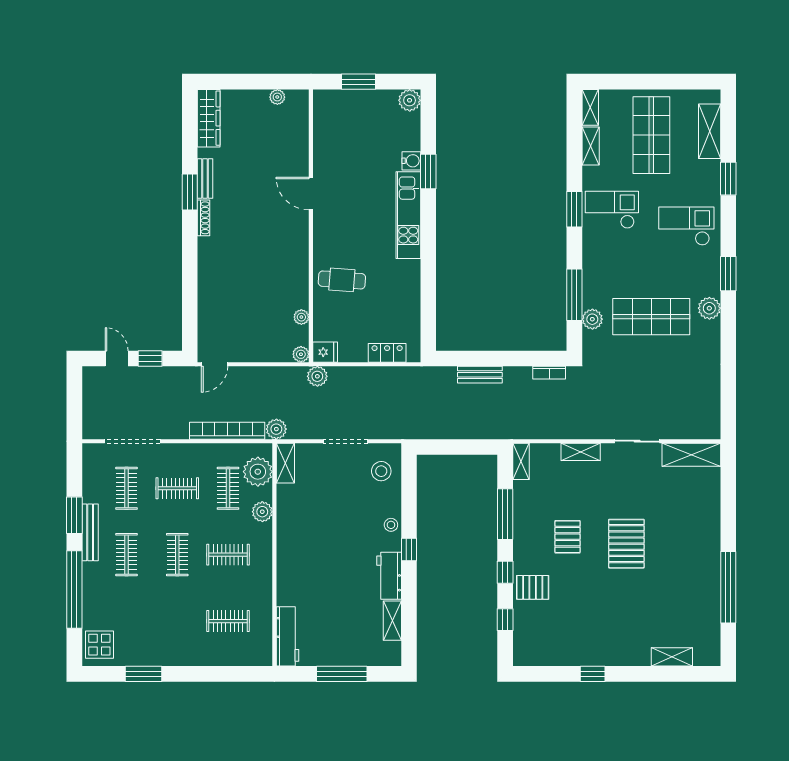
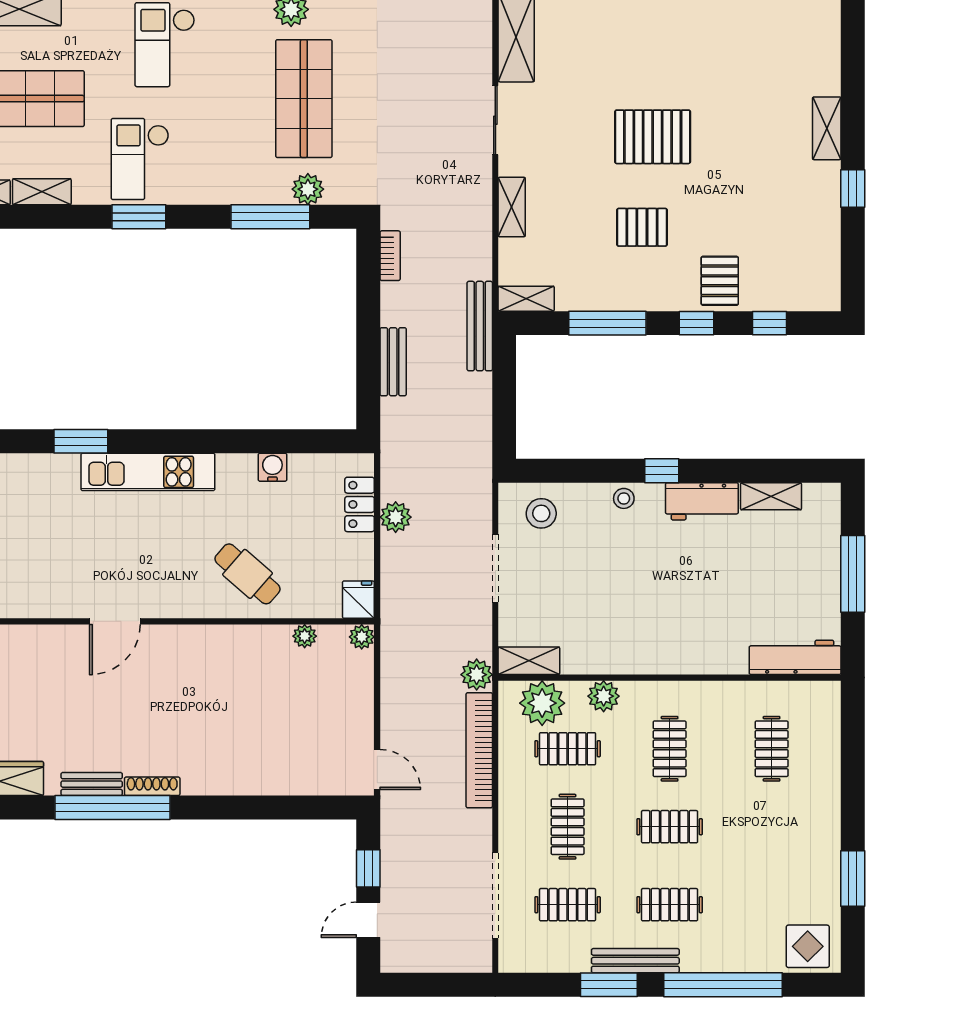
water cooler: (411, 161) -> (272, 467), moved
window: (190, 192) -> (112, 808), width x2.11
cafe table: (342, 280) -> (248, 574), turned -53
plant: (317, 376) -> (396, 517), moved
bench: (503, 431) -> (480, 326), added
shelving: (672, 657) -> (827, 128), moved

